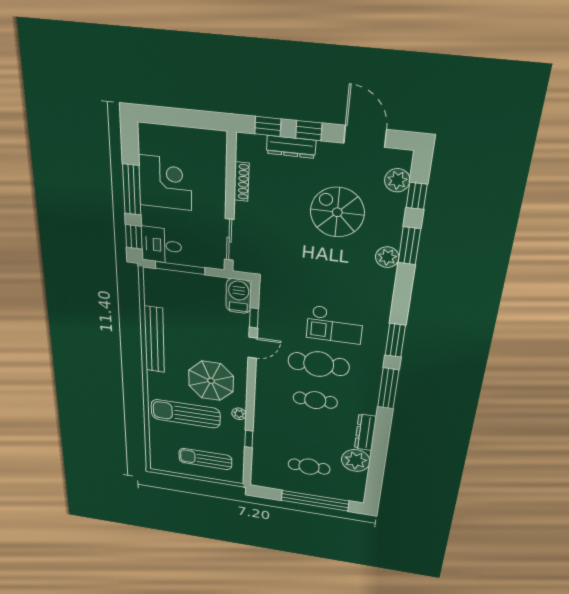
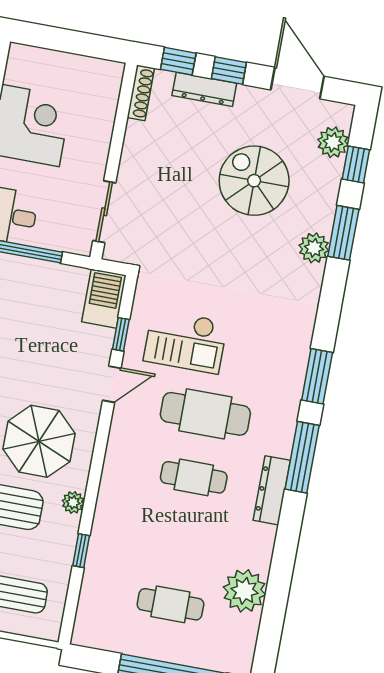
shoe rack: (242, 182) -> (141, 93), moved
checkout: (335, 325) -> (185, 341), moved
dresser: (365, 432) -> (272, 490), moved

